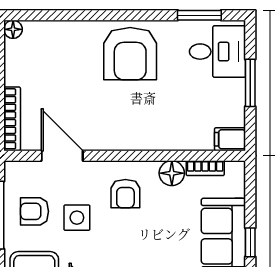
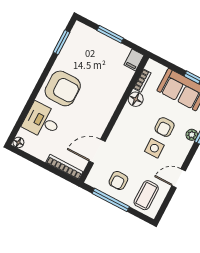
desk: (217, 52) -> (42, 121), moved, turned -90
armchair: (125, 194) -> (165, 127), moved, turned 90
side table: (77, 218) -> (154, 148), moved

